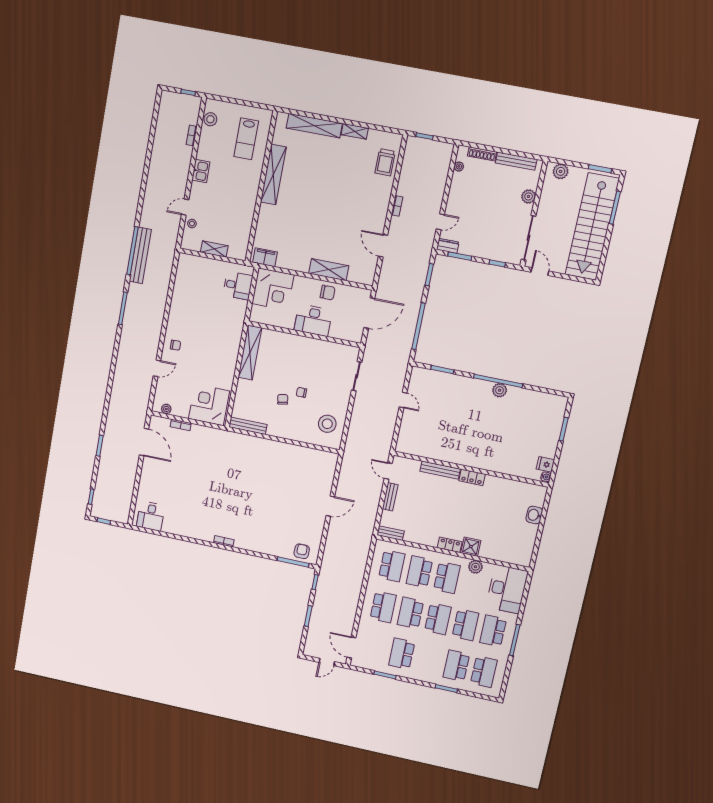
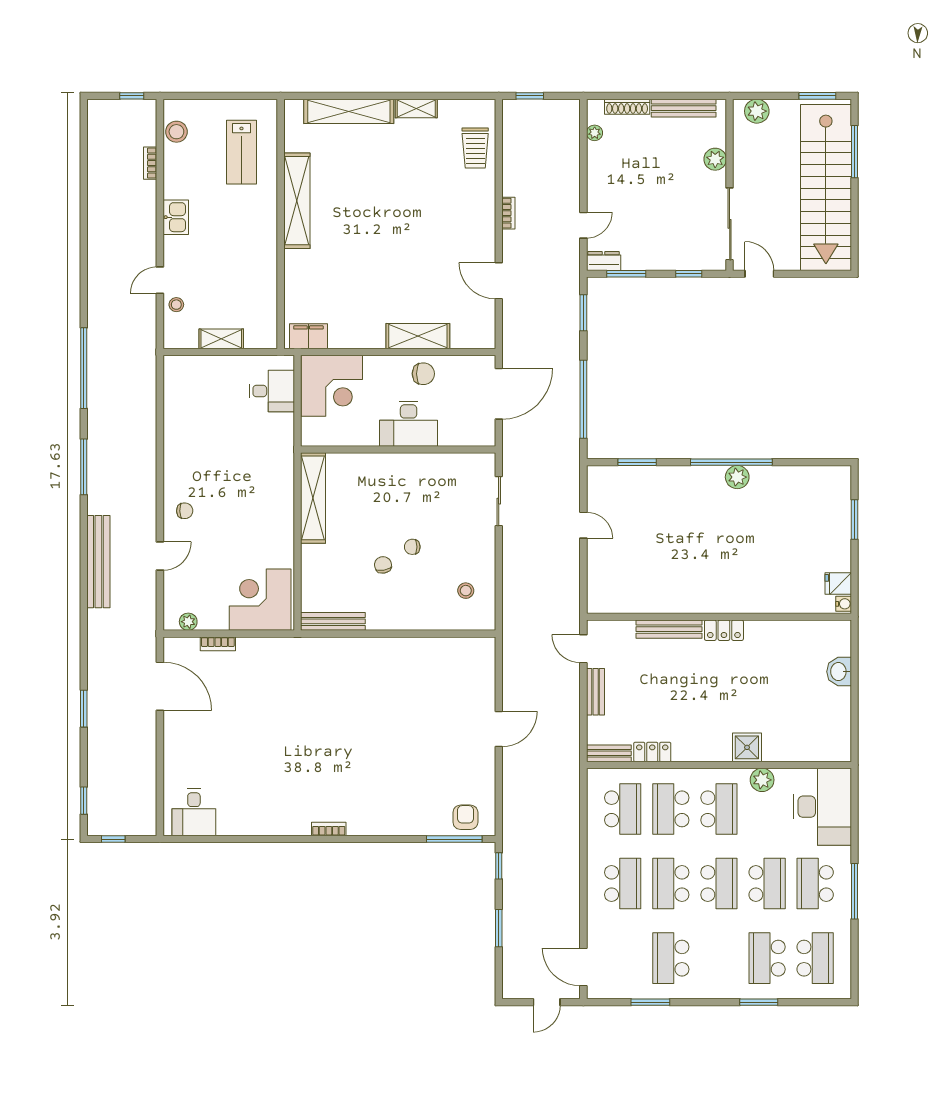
bench: (140, 255) -> (98, 562), moved
stool: (327, 424) -> (466, 591), width x0.53, depth x0.53
locker: (450, 545) -> (652, 752), moved

